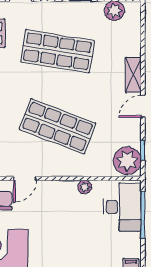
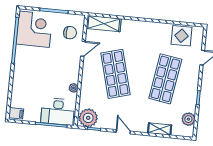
shelving: (133, 75) -> (160, 129), moved
shop shelf: (57, 126) -> (116, 74), turned -36
door: (25, 178) -> (83, 49), swing flipped

